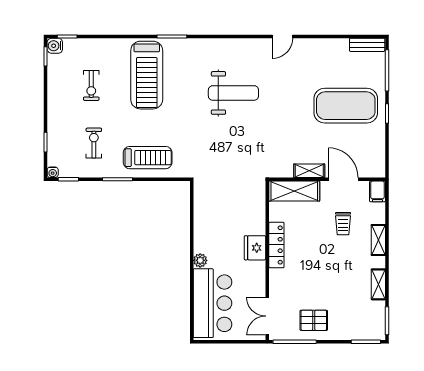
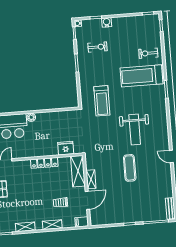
water cooler: (55, 46) -> (107, 22), moved
exercise bike: (91, 85) -> (148, 53), moved
exercise mat: (346, 106) -> (130, 168), moved, width x0.50, depth x0.69
treadmill: (148, 158) -> (102, 101), moved
fridge: (255, 248) -> (66, 148), moved

